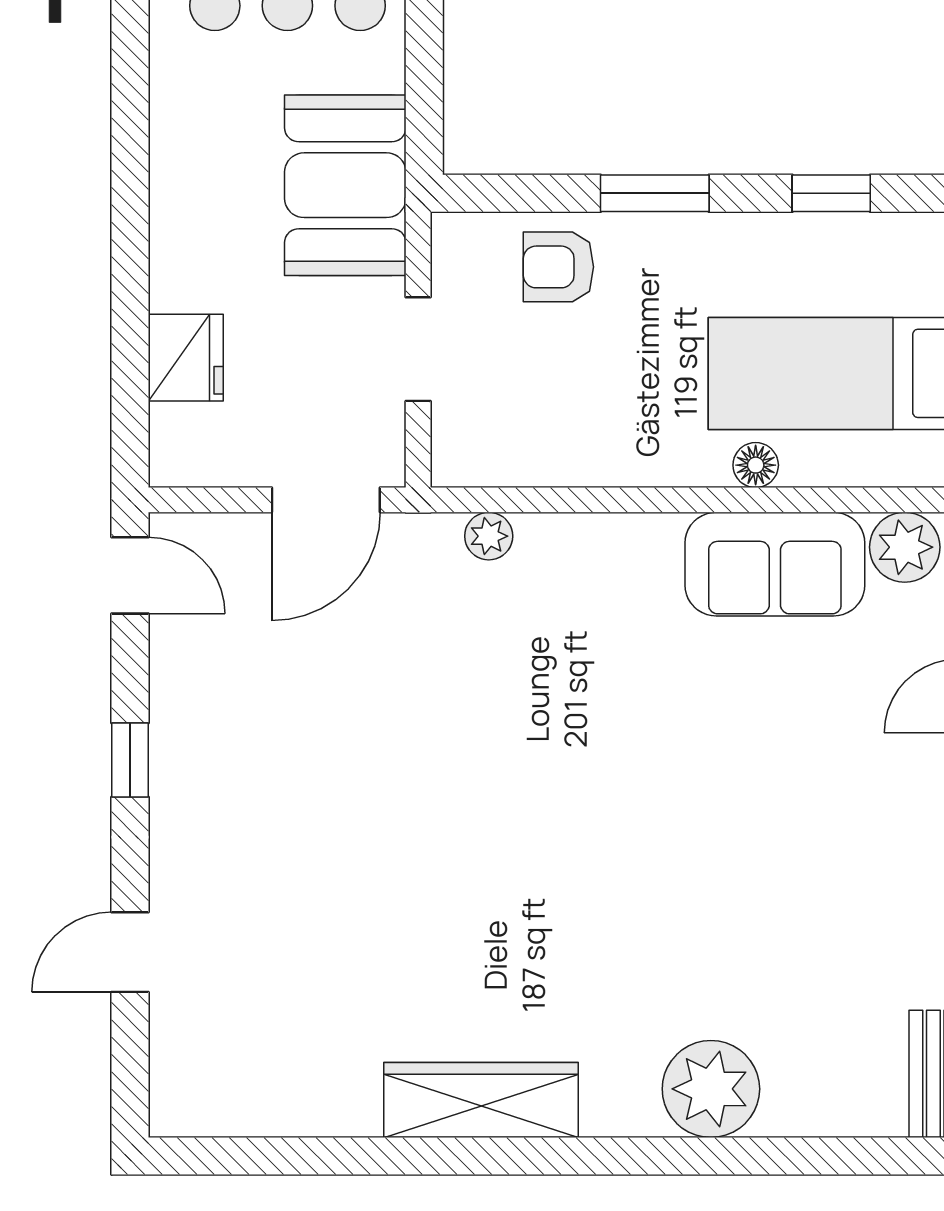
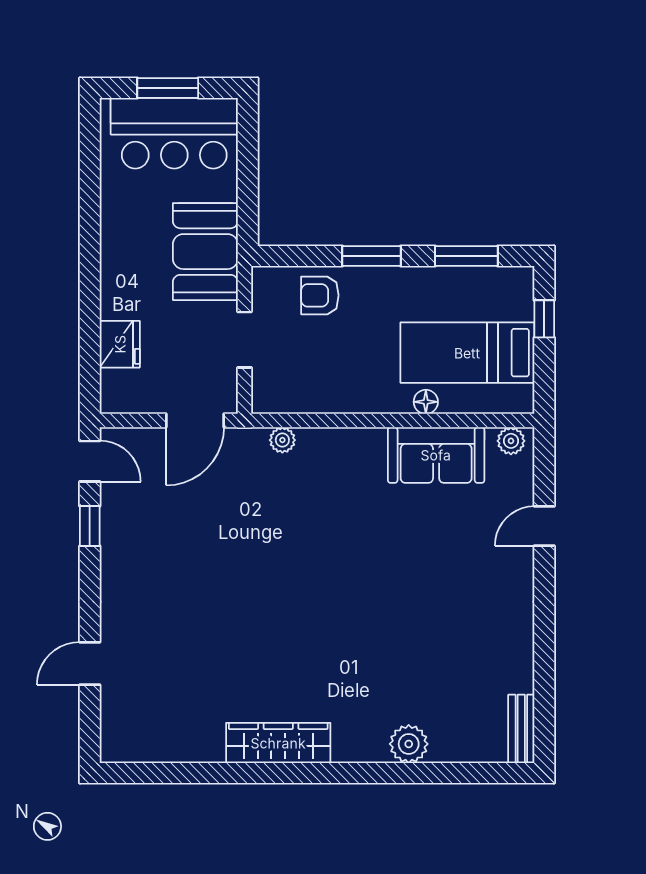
window: (831, 193) -> (466, 256), width x1.50
plant: (905, 547) -> (511, 441), width x0.73, depth x0.73
window: (130, 760) -> (90, 526), moved
plant: (711, 1089) -> (409, 744), width x0.73, depth x0.73

